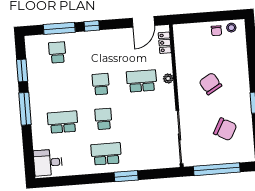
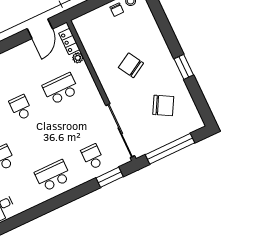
plant: (168, 78) -> (78, 58), moved
school desk: (103, 119) -> (93, 157), moved
window: (126, 176) -> (110, 177), moved

